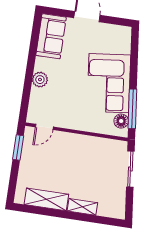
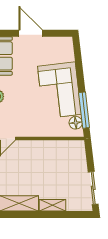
sliding door: (130, 169) -> (93, 188), moved

